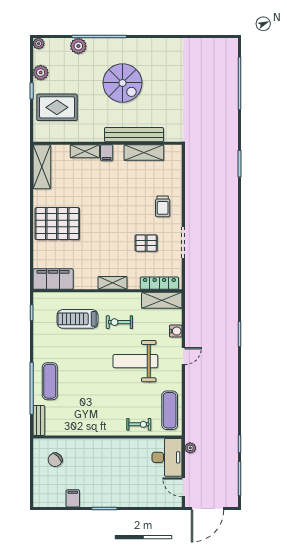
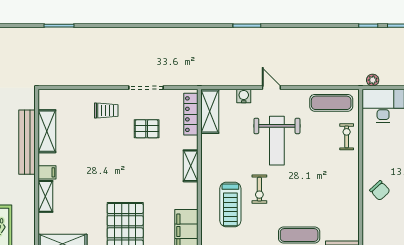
pallet: (146, 243) -> (147, 129), turned 90
exercise bike: (119, 322) -> (259, 189), moved
chair: (55, 460) -> (380, 191), moved

